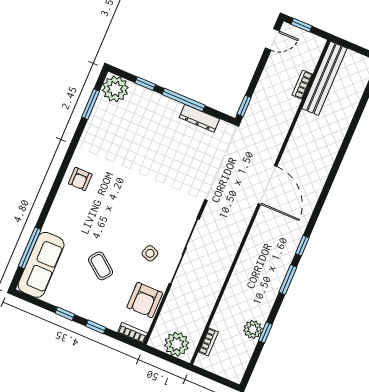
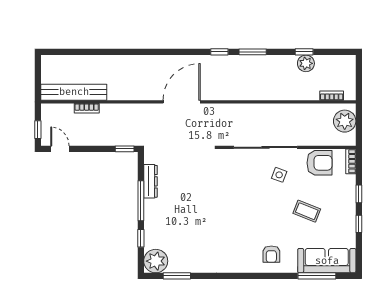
armchair: (80, 179) -> (271, 254), moved, turned 90
coffee table: (101, 266) -> (307, 211), turned 74

